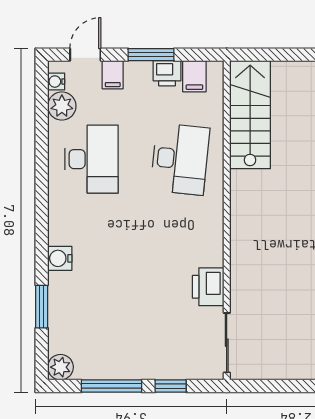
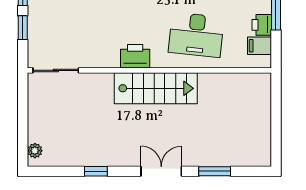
stairs: (250, 115) -> (156, 88), moved
printer: (208, 287) -> (135, 56), moved

